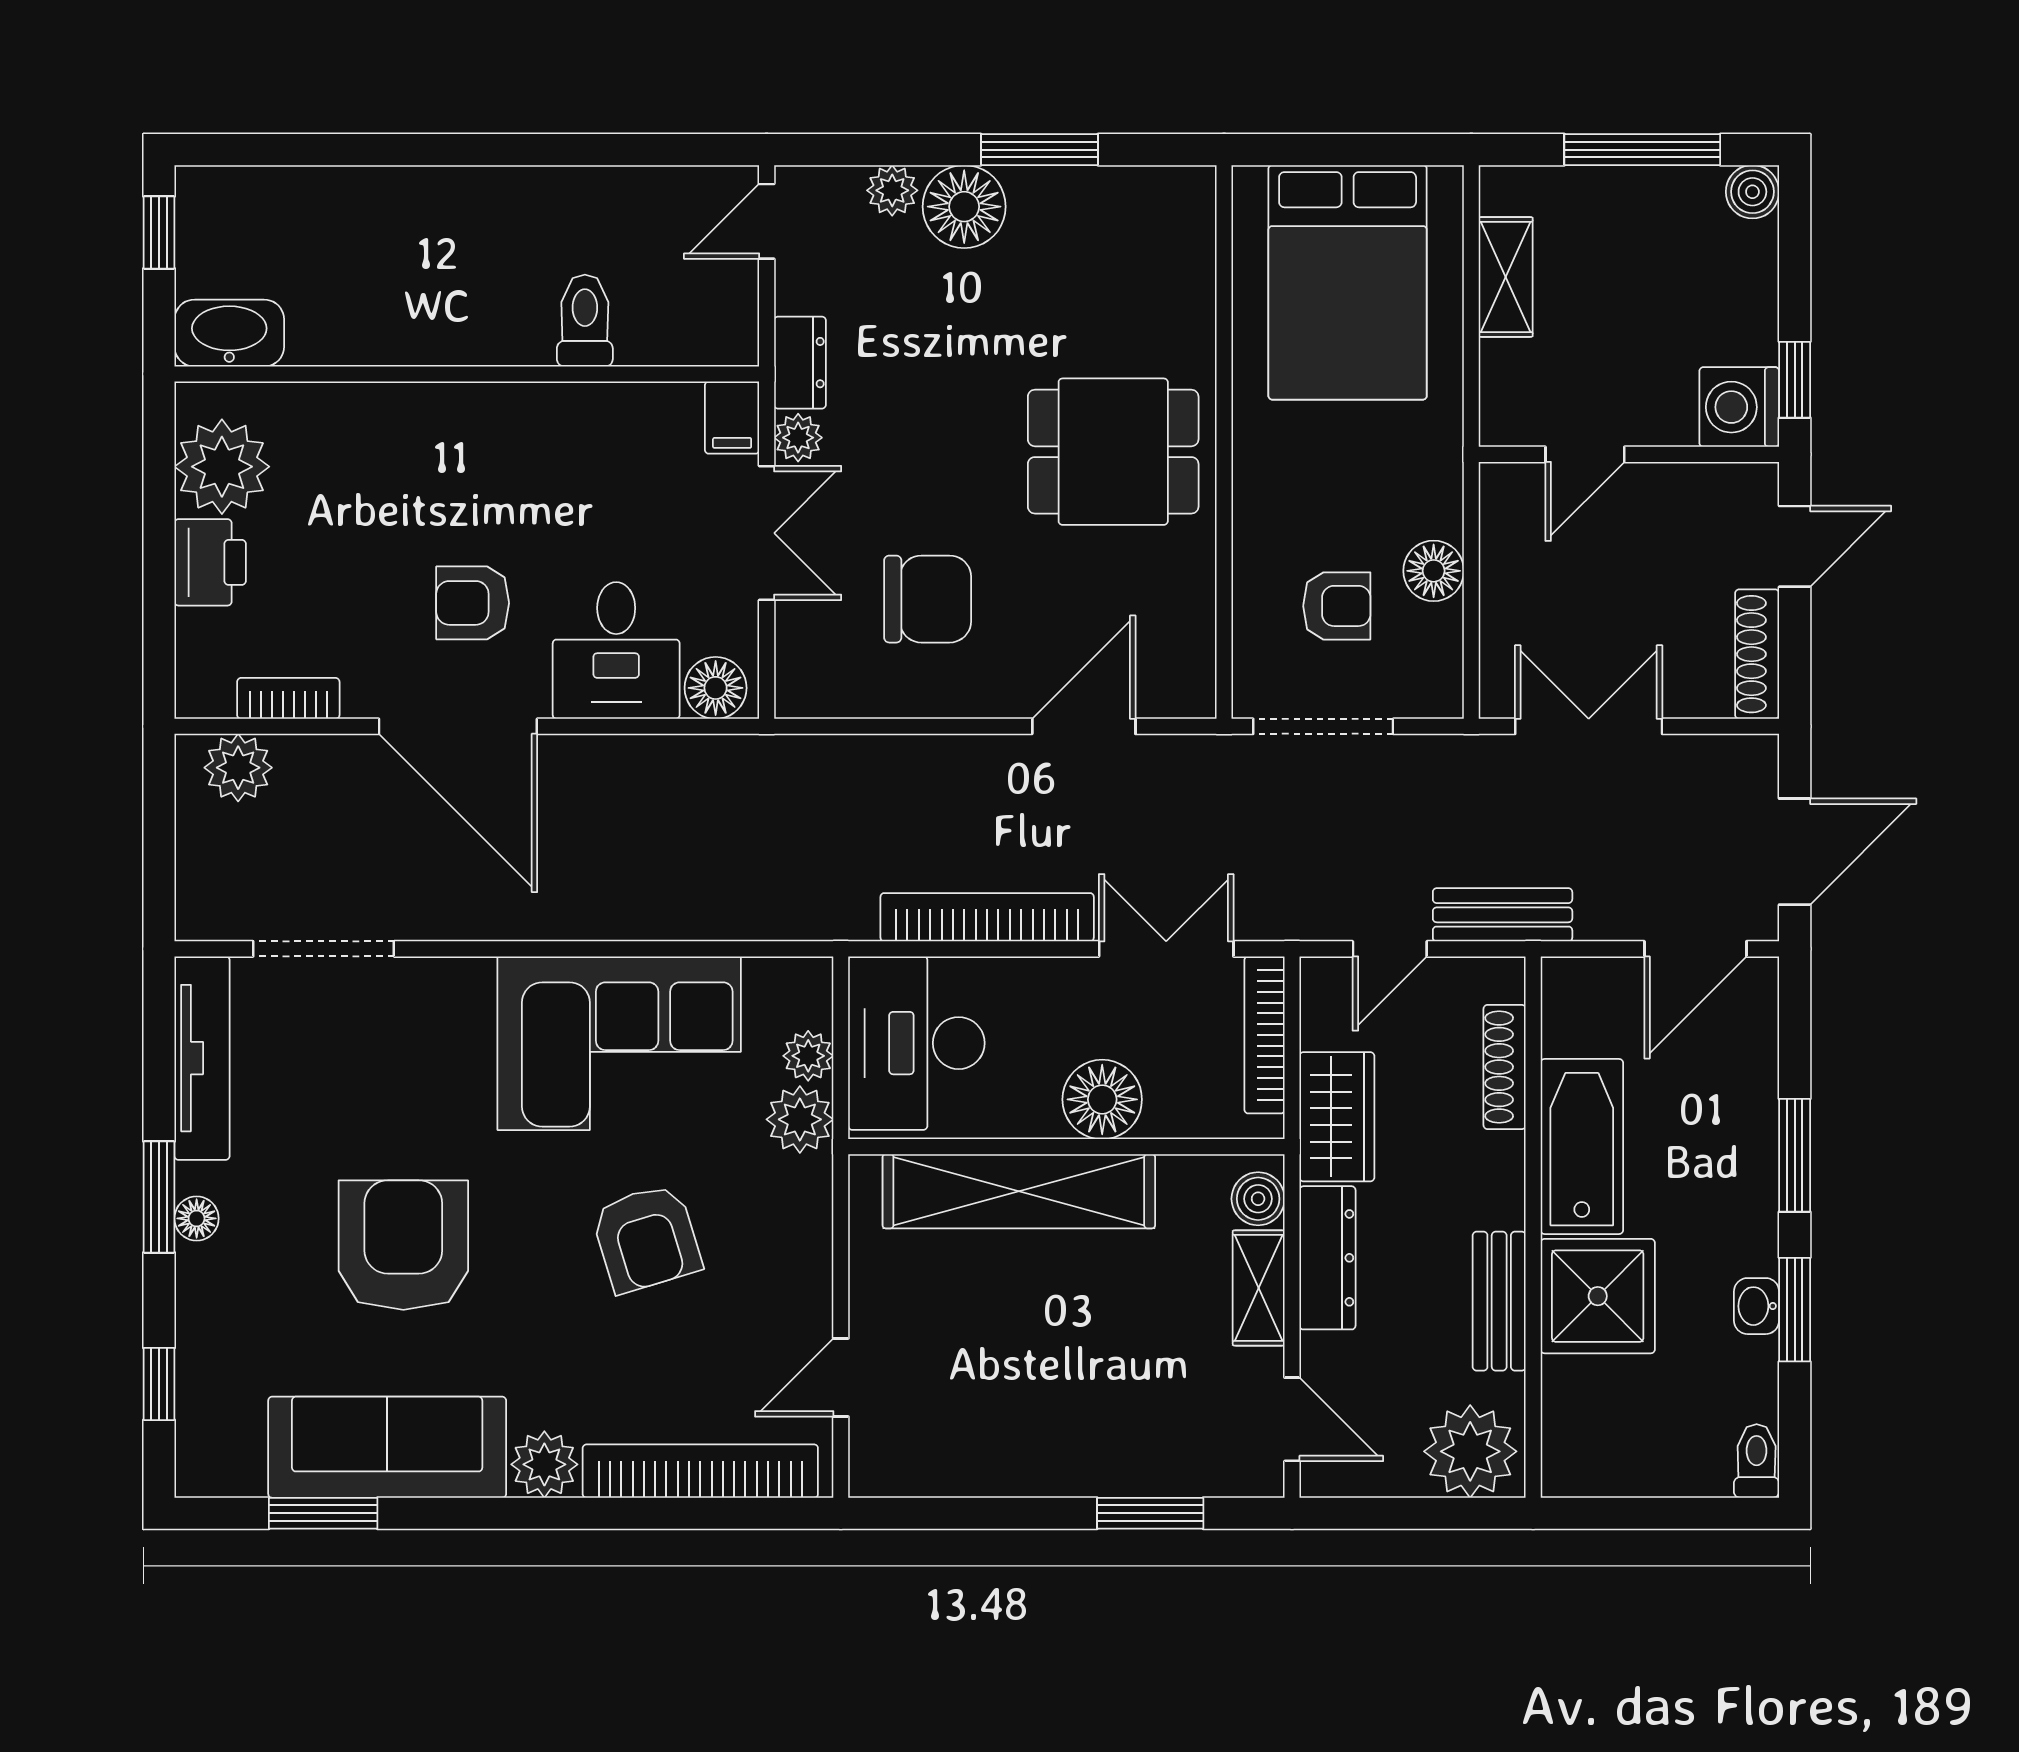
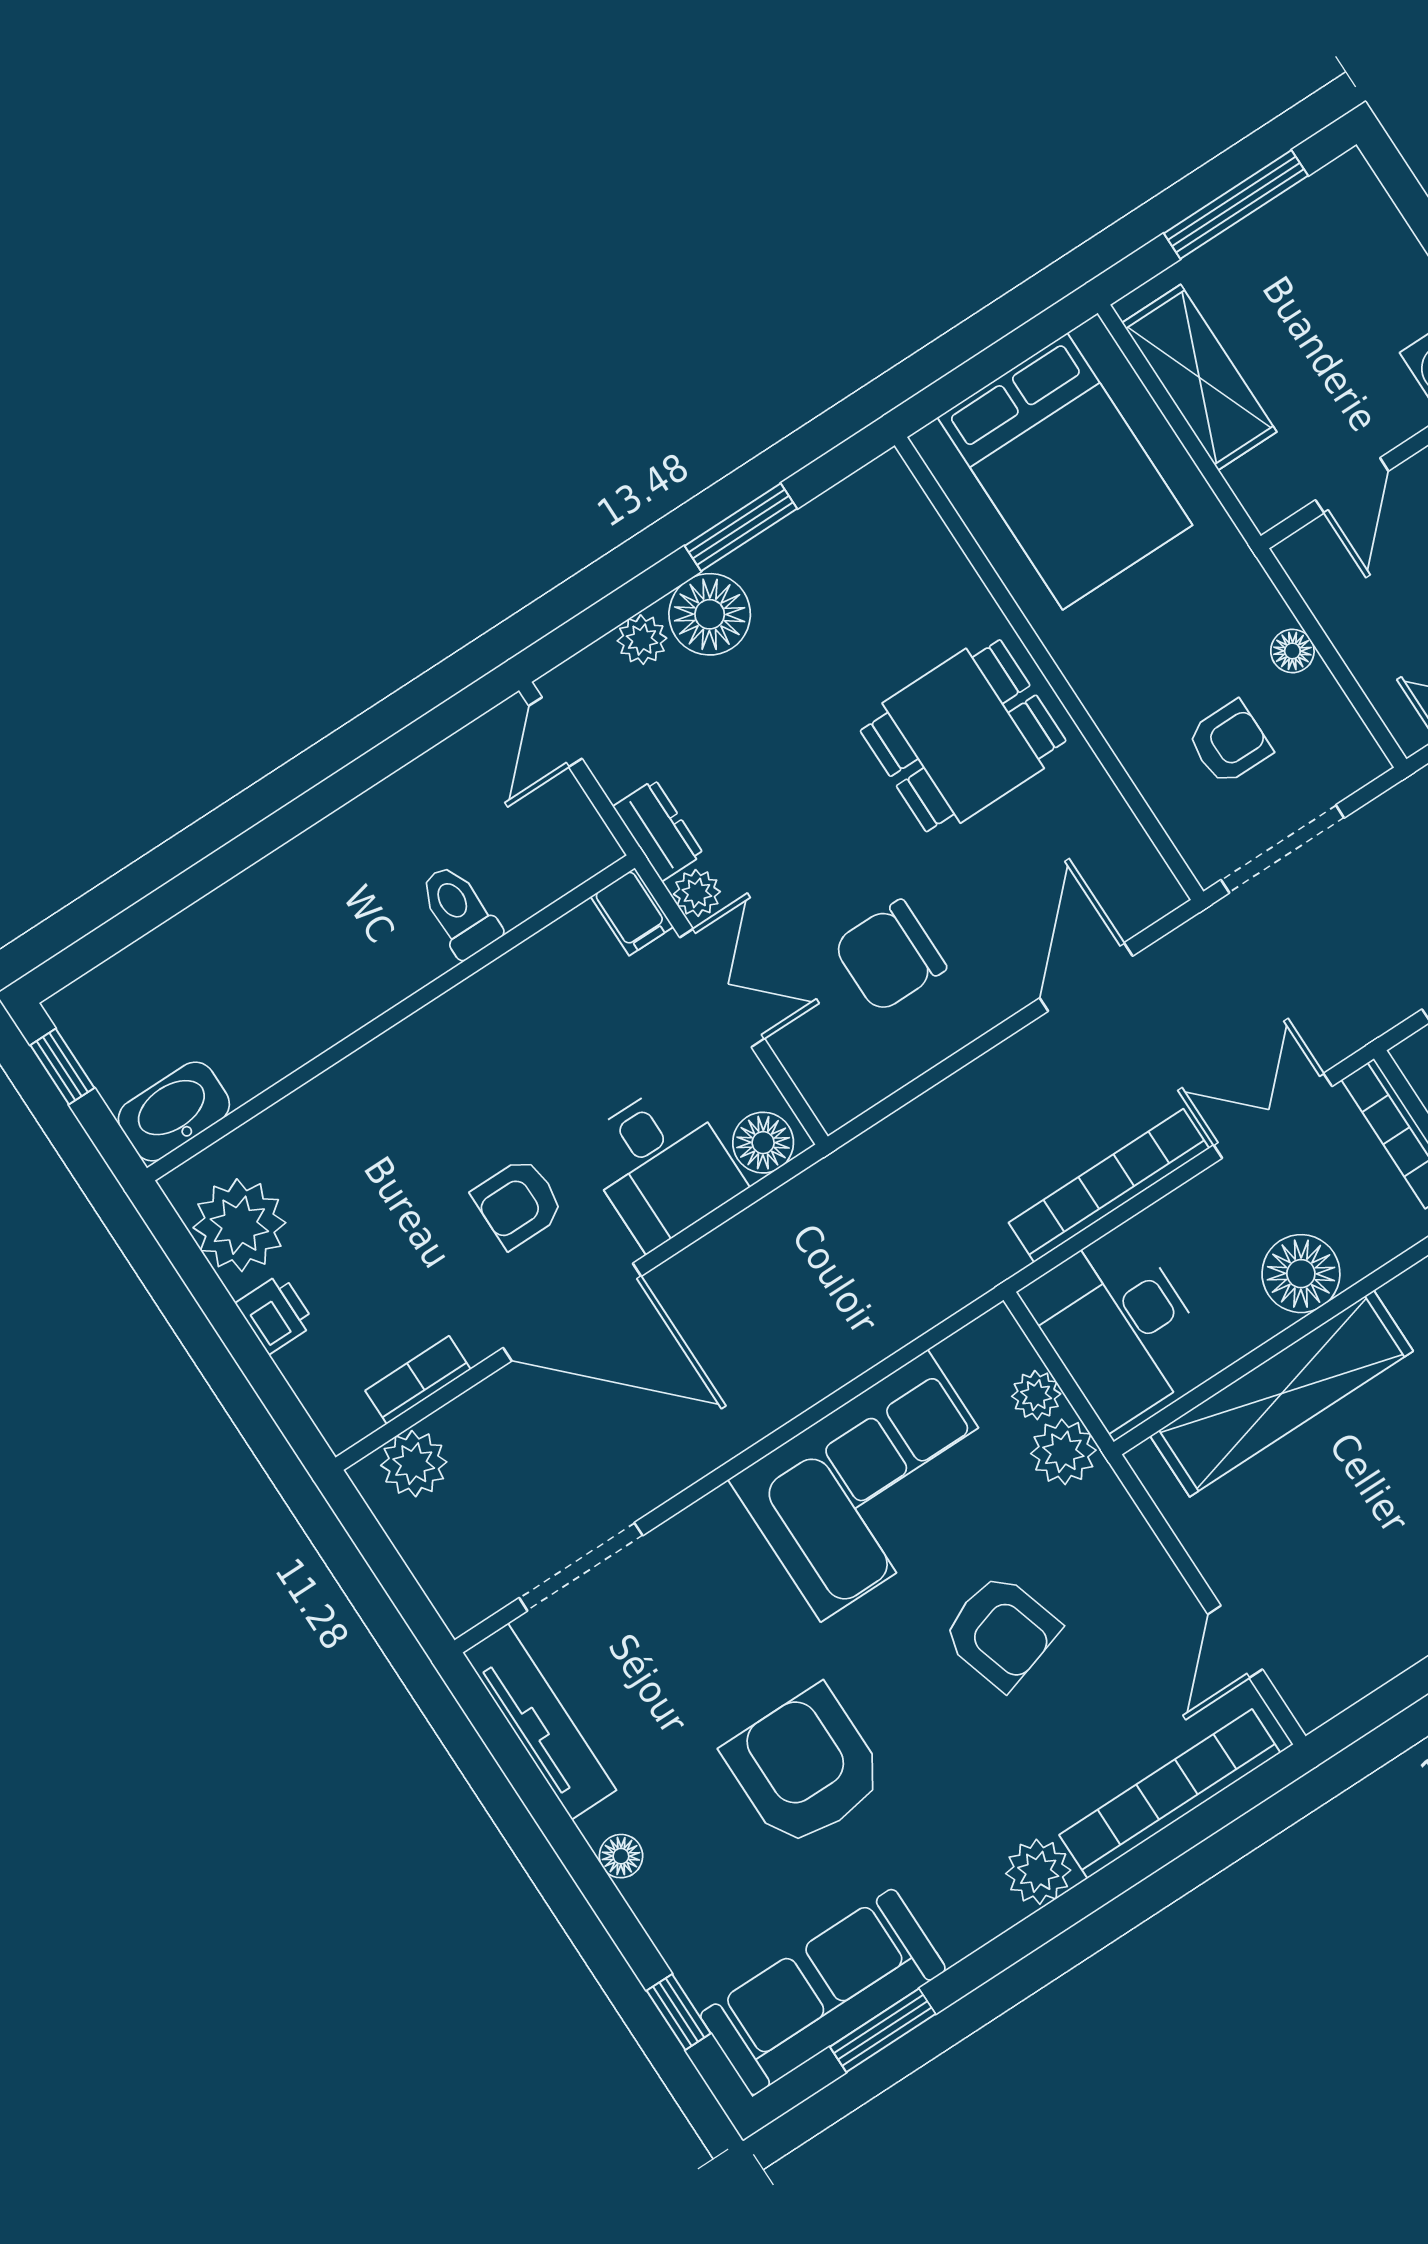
boiler: (1752, 192) -> (1349, 180), removed
shelving: (1506, 277) -> (1199, 377), width x1.50, depth x1.33
printer: (210, 562) -> (275, 1314), width x0.73, depth x0.81
floor lamp: (1434, 571) -> (1292, 651), width x0.73, depth x0.73
chair: (928, 599) -> (890, 956), turned 180
window: (159, 1197) -> (579, 1858), removed
sofa: (387, 1447) -> (823, 1992), moved

